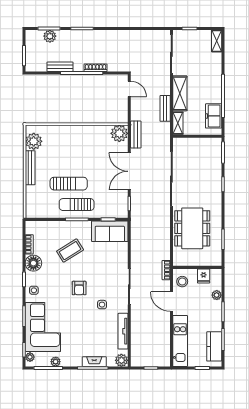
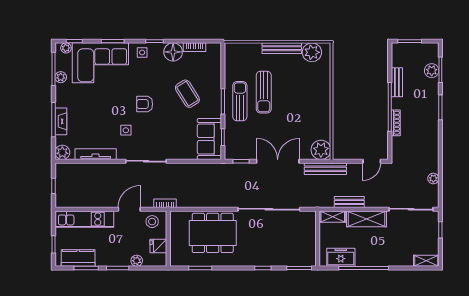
plant: (144, 35) -> (433, 179), added
bench: (136, 134) -> (325, 169), width x1.36

